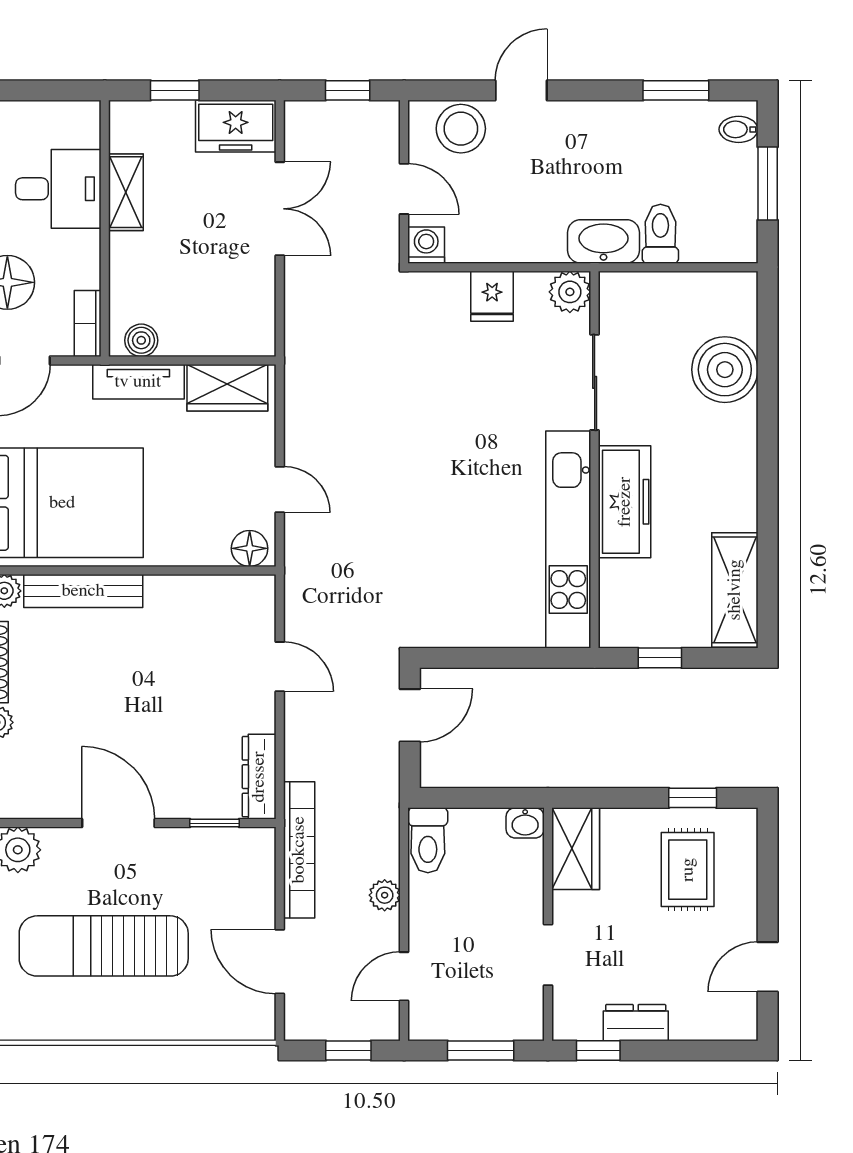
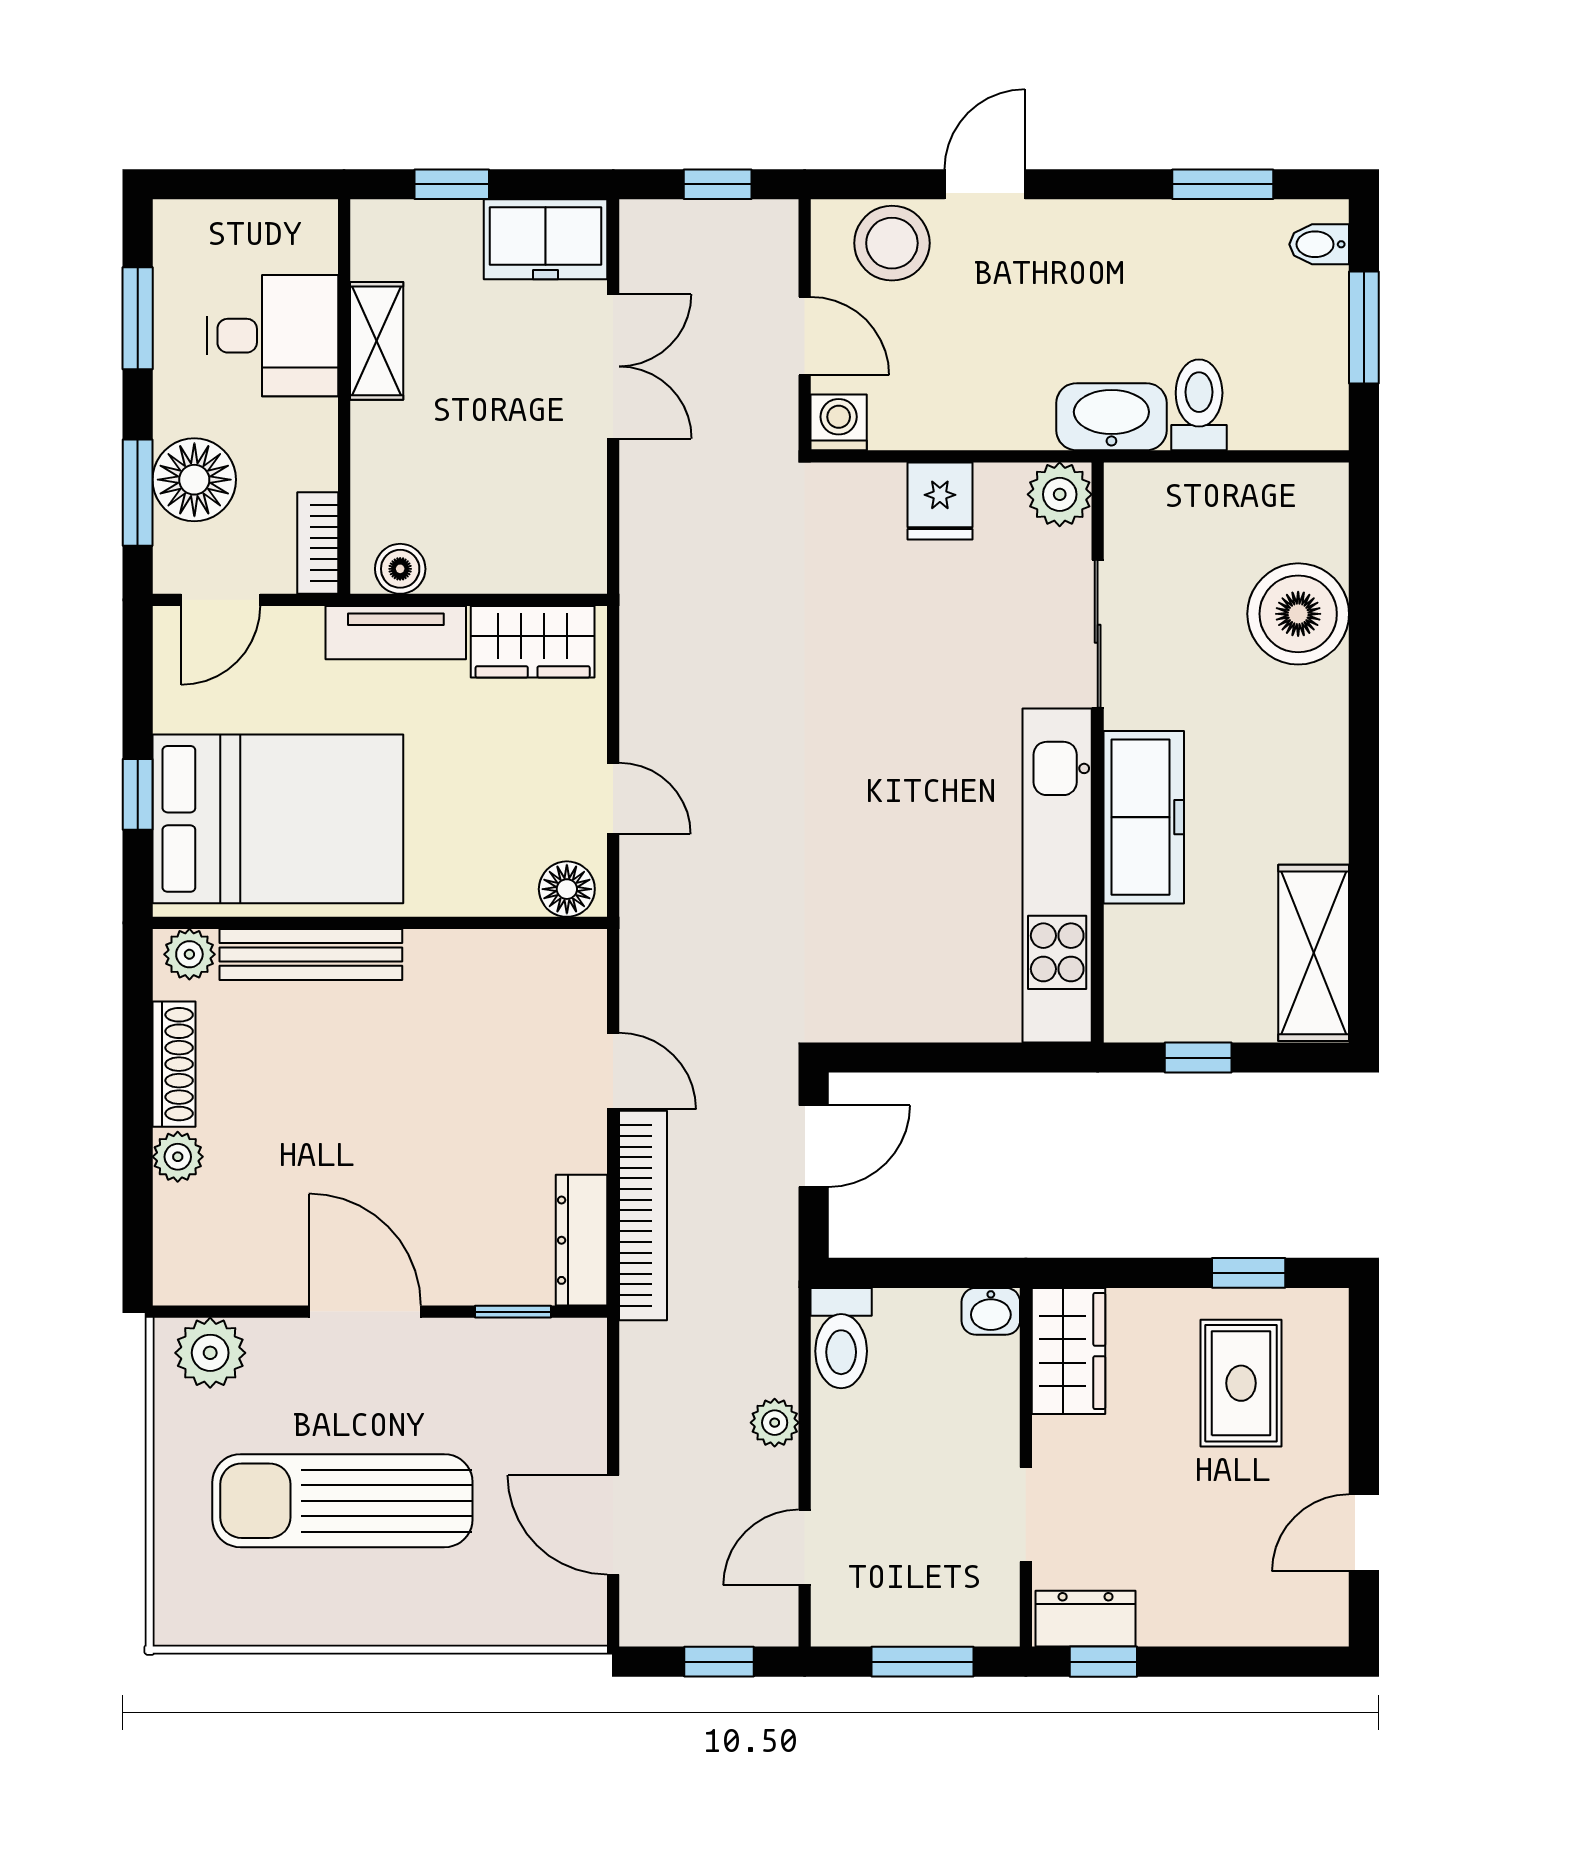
bookcase: (299, 850) -> (643, 1215), moved
dresser: (636, 1023) -> (1086, 1619), moved

